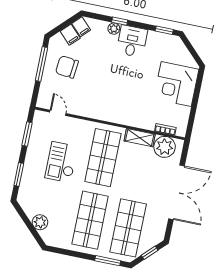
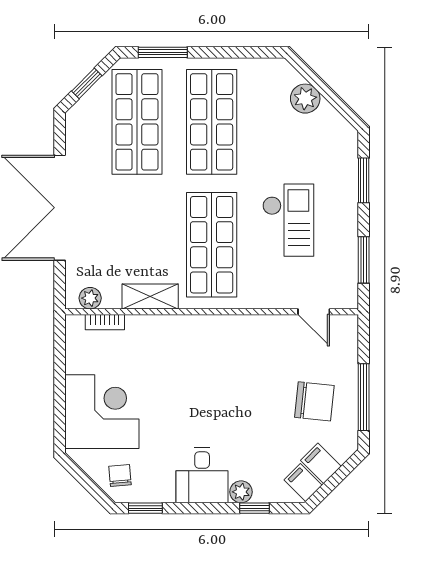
window: (120, 21) -> (255, 508), moved
chair: (174, 50) -> (120, 475), added
plant: (165, 147) -> (90, 298), width x0.53, depth x0.53

